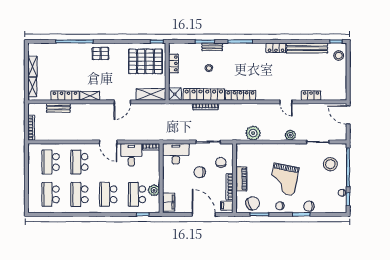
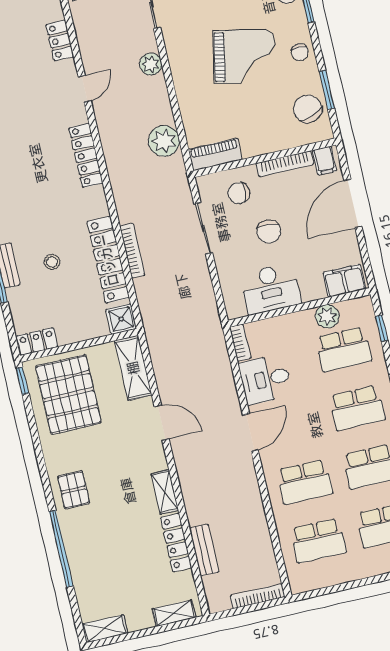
locker: (173, 63) -> (37, 341), moved
shelving: (33, 66) -> (105, 629), moved
locker: (240, 95) -> (86, 155), moved
desk: (176, 154) -> (271, 289), moved, turned -90
piano: (241, 179) -> (215, 154), moved

